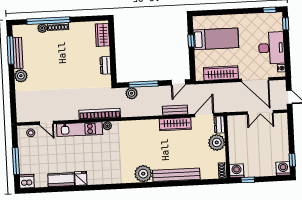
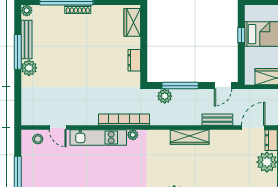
plant: (42, 28) -> (27, 10), moved
window: (10, 50) -> (18, 52), moved
wardrobe: (175, 124) -> (190, 137), moved

